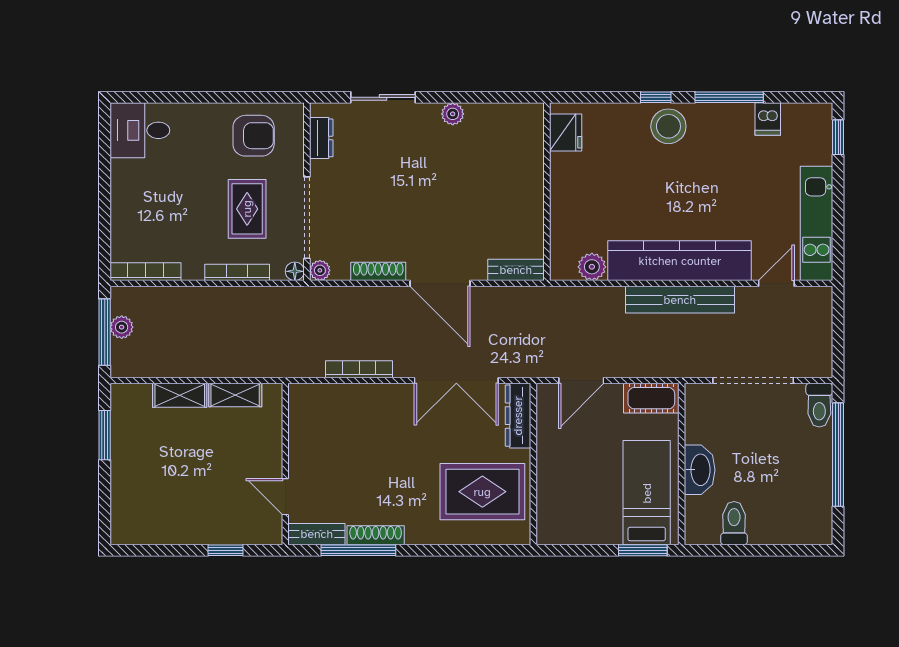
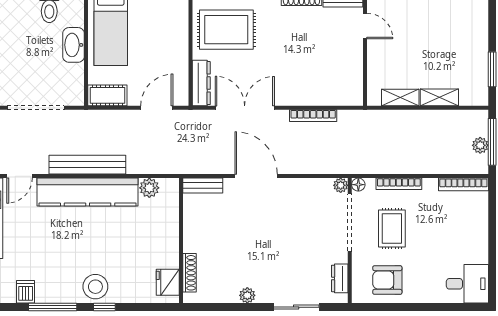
shoe rack: (378, 271) -> (189, 273), moved, turned -90

